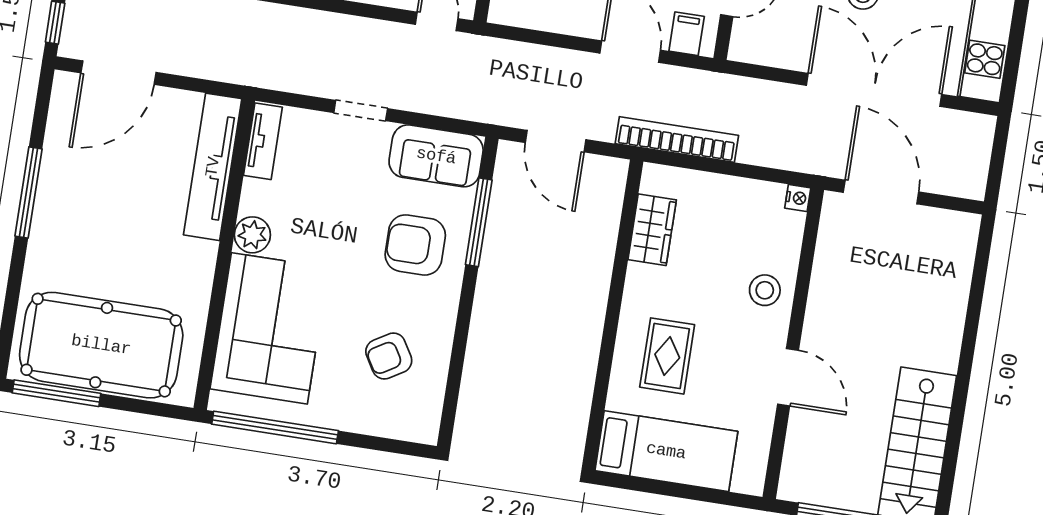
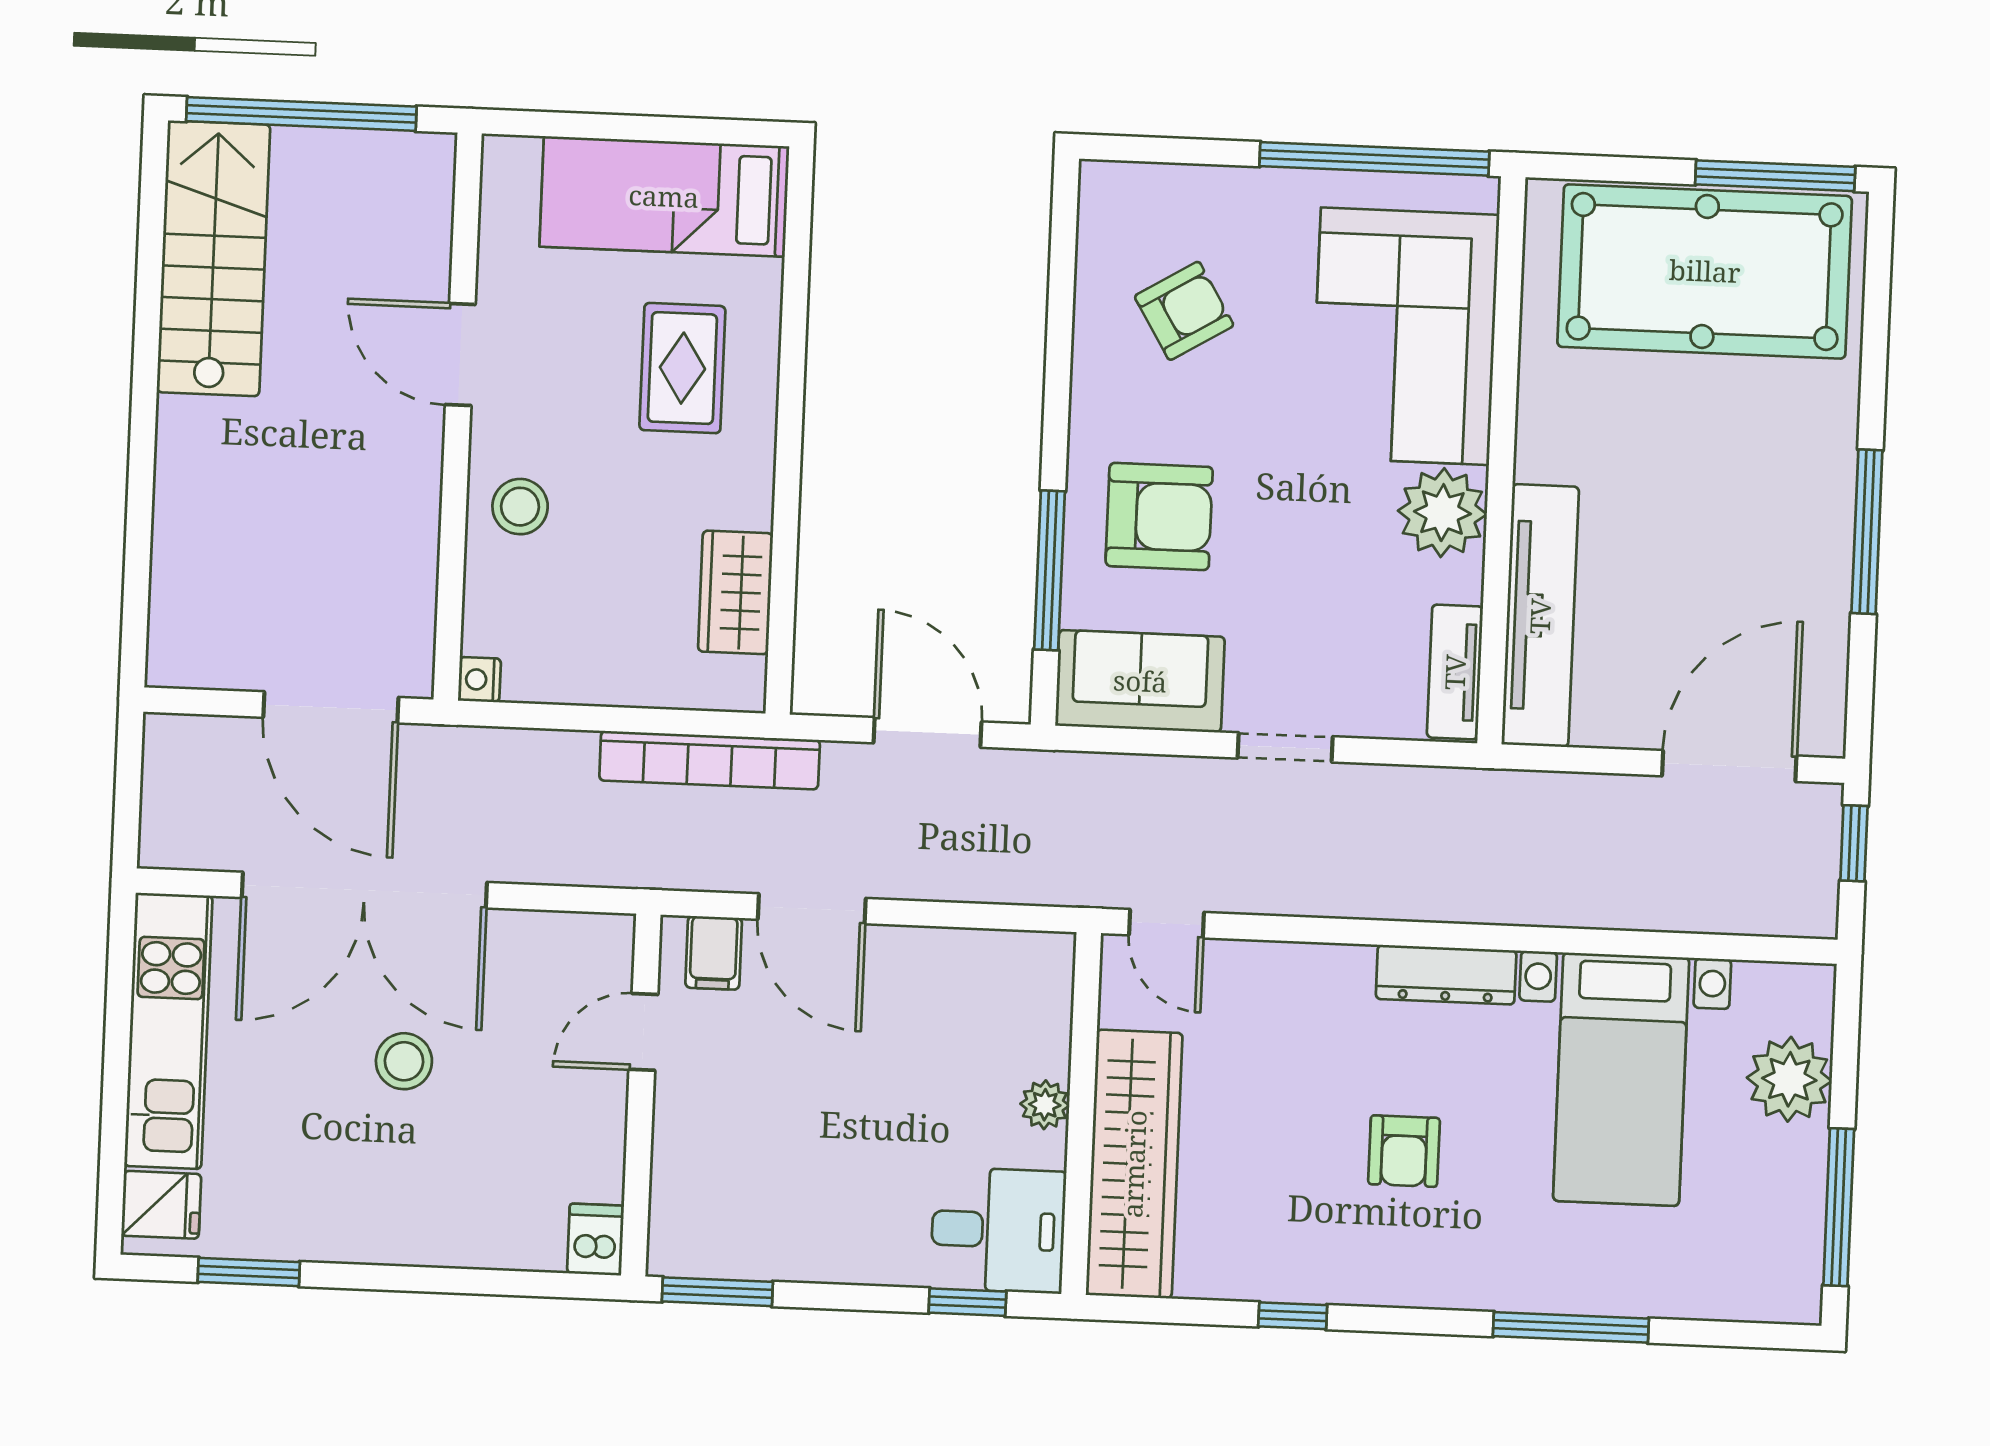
plant: (252, 235) -> (1442, 513), width x1.36, depth x1.36

